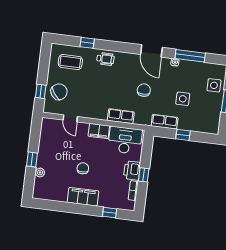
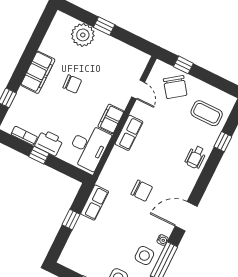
coffee table: (70, 62) -> (207, 113), turned 90
side table: (183, 99) -> (144, 256), moved
row of seats: (121, 116) -> (129, 133), moved
door: (70, 118) -> (138, 90), swing flipped
plant: (40, 172) -> (83, 35), width x1.87, depth x1.87

